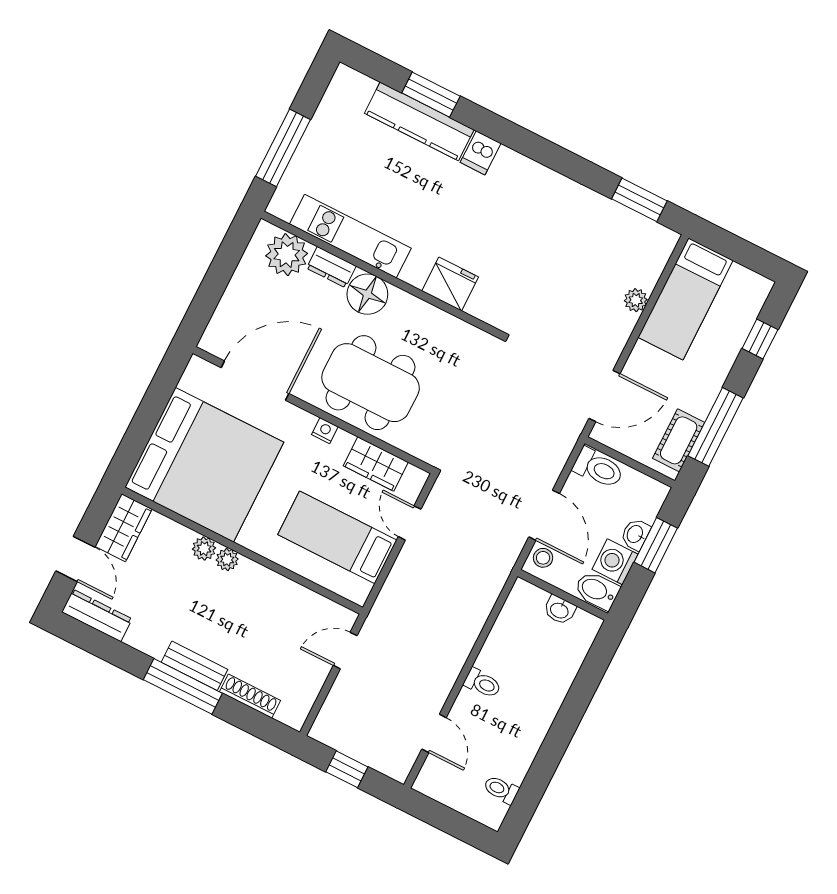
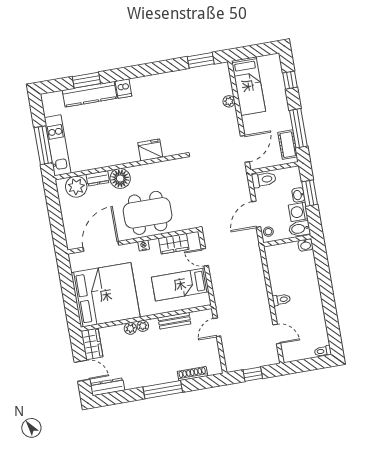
kitchen unit: (350, 236) -> (58, 145), moved, turned 90
door: (544, 515) -> (256, 214), swing flipped
washbasin: (560, 610) -> (306, 245), moved
bench: (195, 666) -> (174, 321), moved
toilet: (501, 790) -> (323, 351), moved

